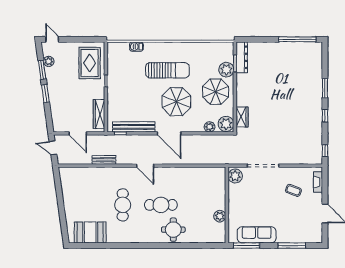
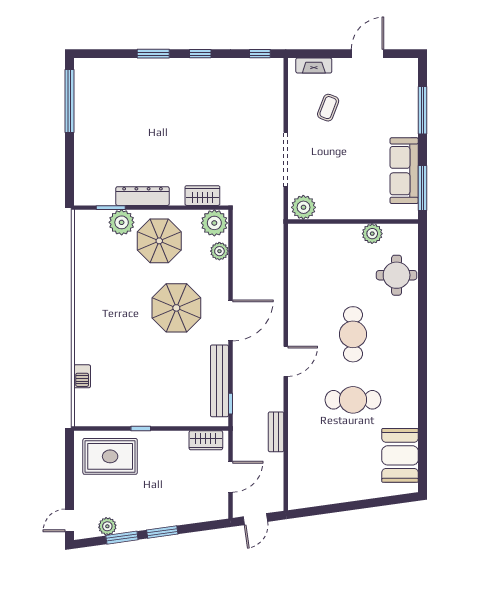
dresser: (242, 57) -> (142, 196), moved
sun lounger: (167, 70) -> (123, 323), removed
wardrobe: (99, 114) -> (206, 440), width x0.67
round table: (173, 230) -> (397, 275), moved

